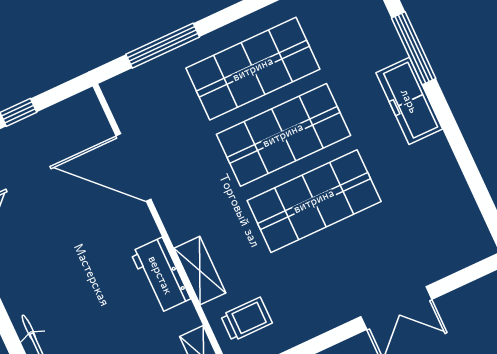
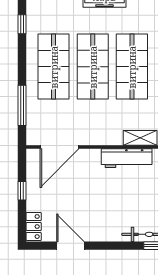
door: (133, 168) -> (60, 147), moved
workbench: (160, 275) -> (127, 158), width x1.38

